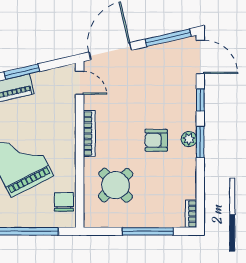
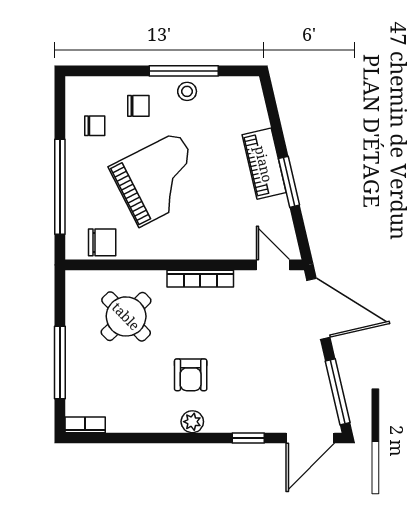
door: (80, 83) -> (273, 265), swing flipped
armchair: (156, 140) -> (191, 375), turned 180
window: (200, 142) -> (188, 438), removed

